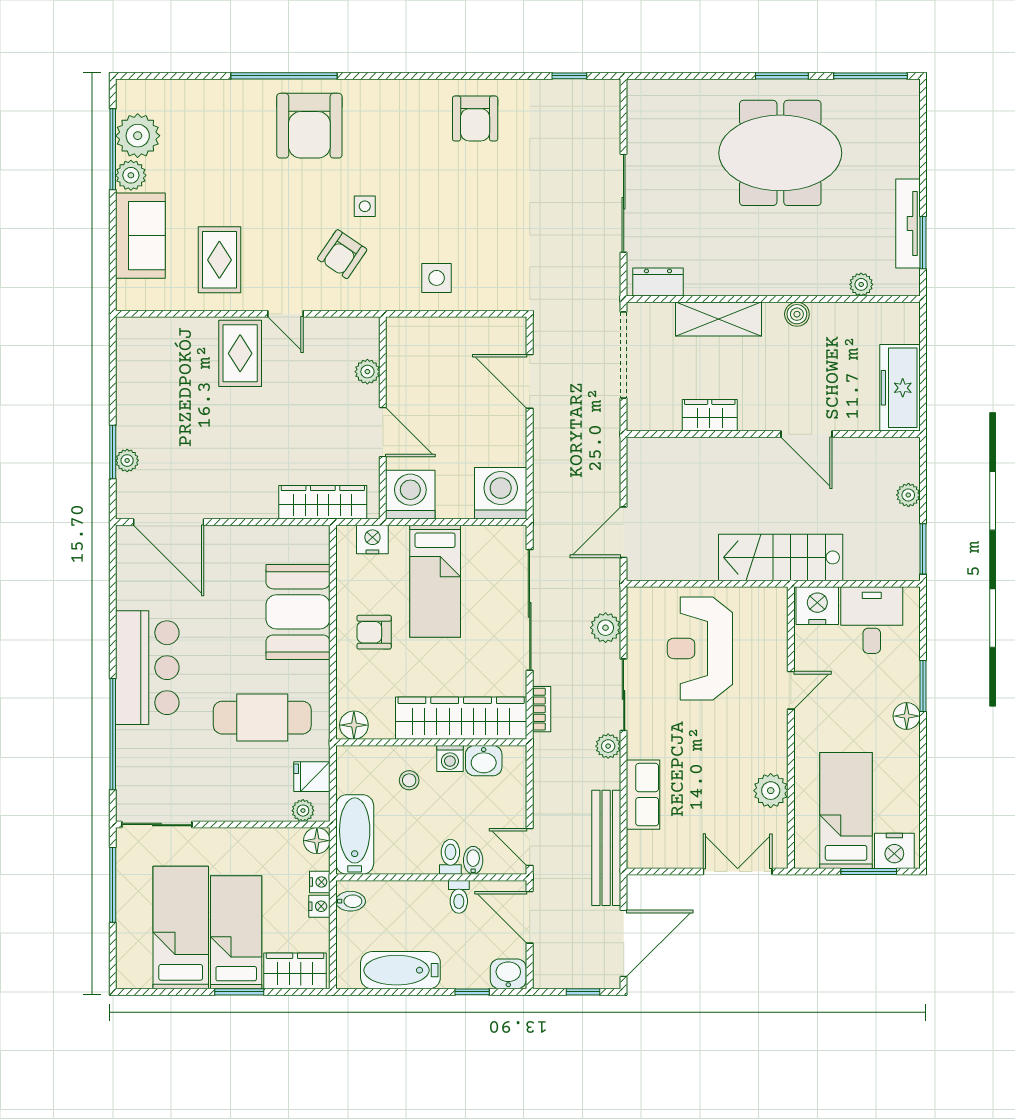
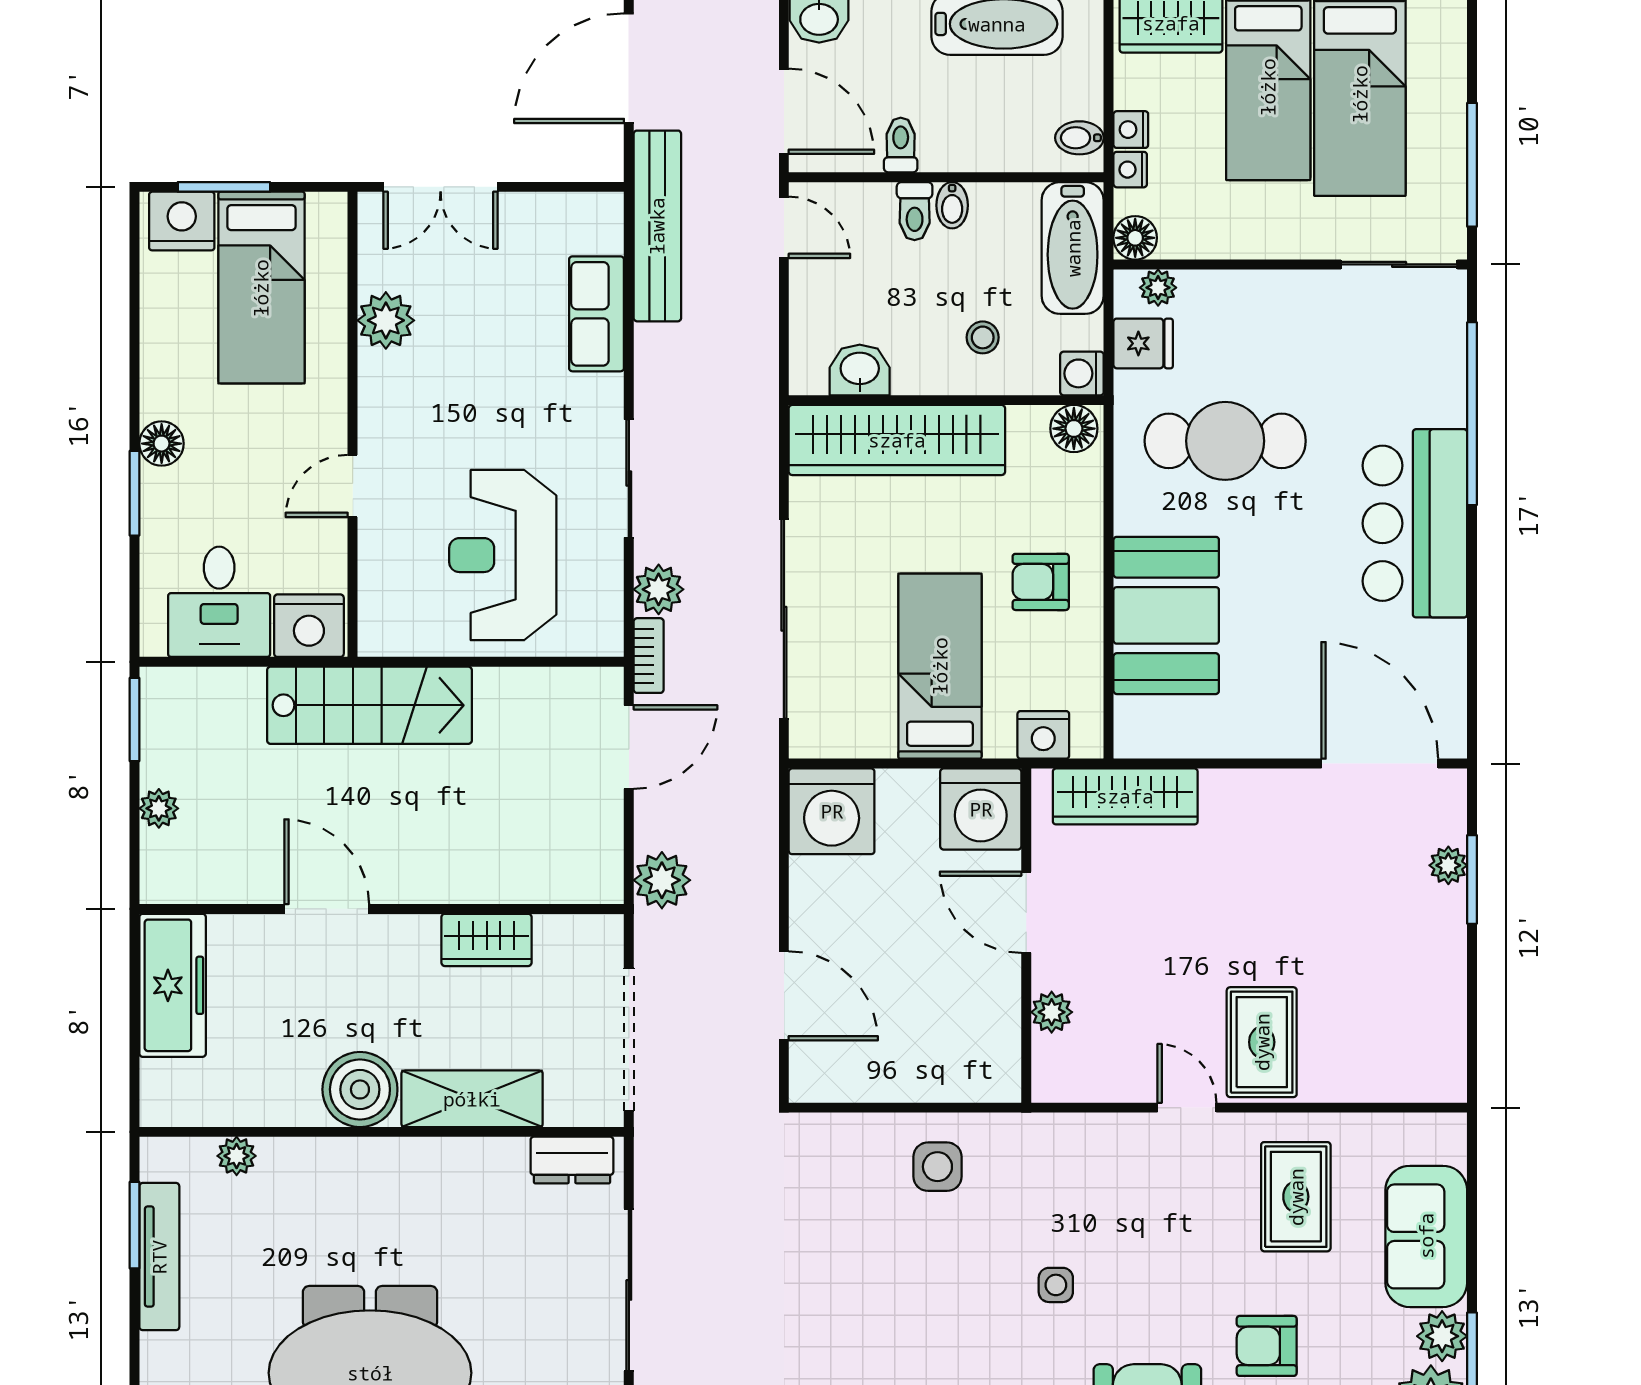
armchair: (342, 254) -> (1267, 1346), moved, turned -124
boiler: (797, 314) -> (360, 1089), width x1.86, depth x1.86
armchair: (374, 632) -> (1041, 582), turned 180
reception desk: (700, 648) -> (503, 555), turned 180
bookcase: (542, 709) -> (649, 656), moved, turned 180
plant: (608, 746) -> (662, 880), moved, width x1.38, depth x1.38
washing machine: (450, 758) -> (1082, 373), moved, turned -90
bidet: (473, 860) -> (952, 205), moved

